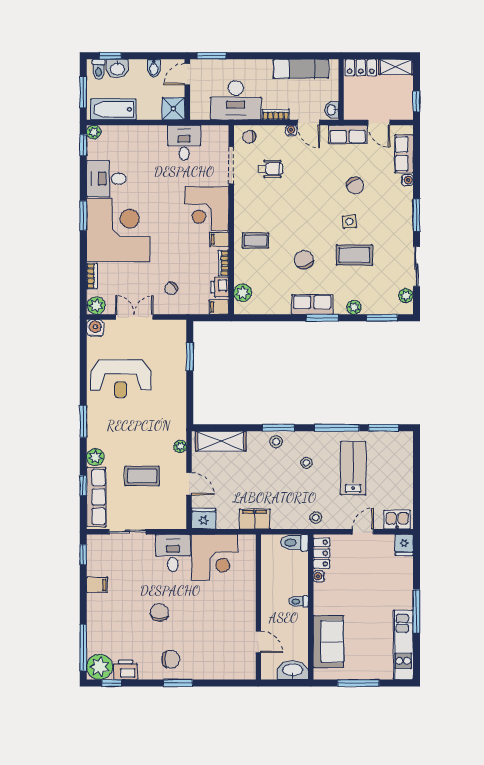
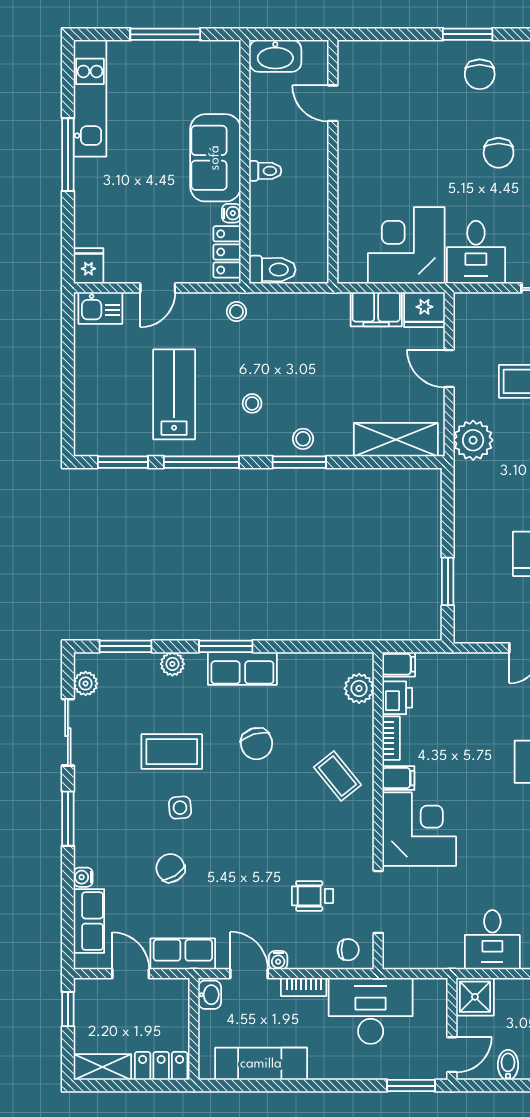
desk: (184, 143) -> (492, 940), moved
coffee table: (256, 240) -> (337, 776), turned 51
chair: (171, 288) -> (479, 696), removed
plant: (180, 446) -> (473, 440), width x1.87, depth x1.87
lab bench: (353, 468) -> (174, 394), turned 180
filing cabinet: (255, 519) -> (376, 309), moved
sofa: (328, 641) -> (215, 158), moved
chair: (171, 659) -> (480, 74), turned -90

